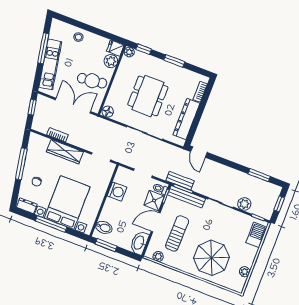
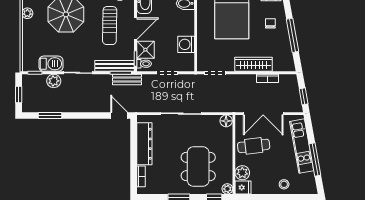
dining table: (148, 96) -> (198, 167), moved
barbecue: (256, 235) -> (51, 64), moved, turned -90

